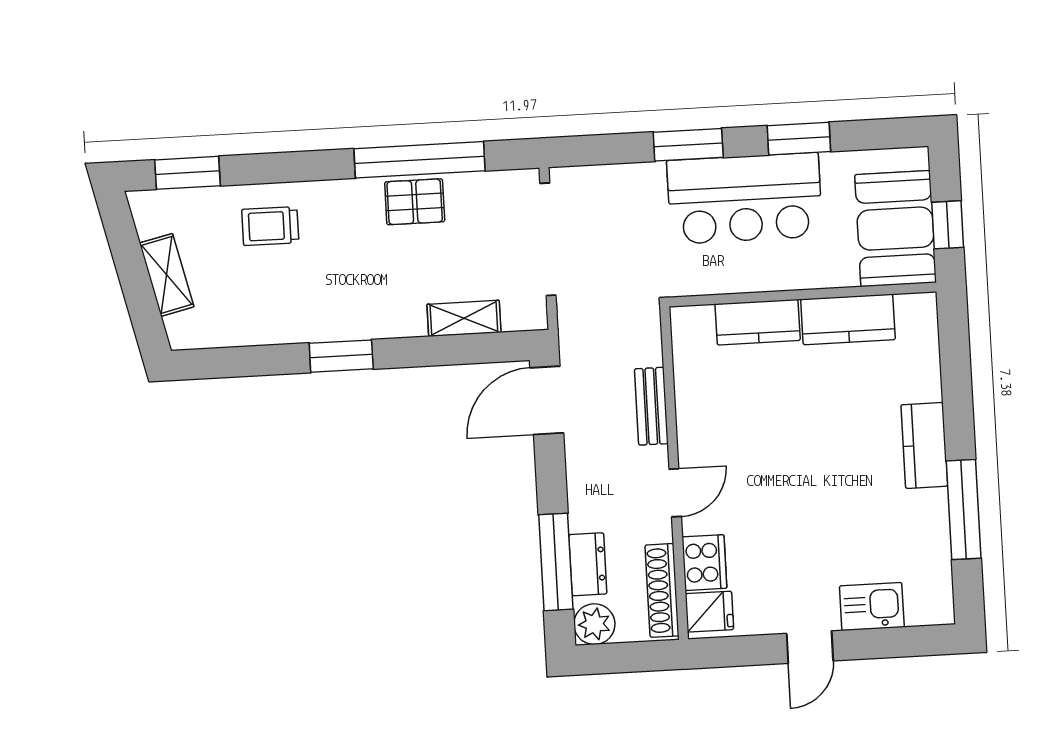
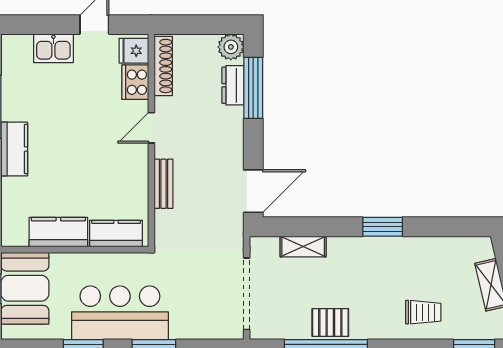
bench: (651, 406) -> (164, 184), moved
wall: (674, 473) -> (151, 140), moved
door: (675, 493) -> (151, 128), moved
cooker: (704, 563) -> (135, 82), moved
shoe rack: (662, 590) -> (163, 66), moved
fridge: (709, 612) -> (134, 51), moved

